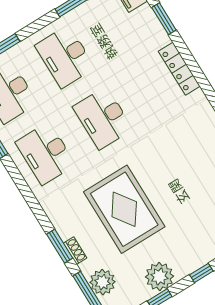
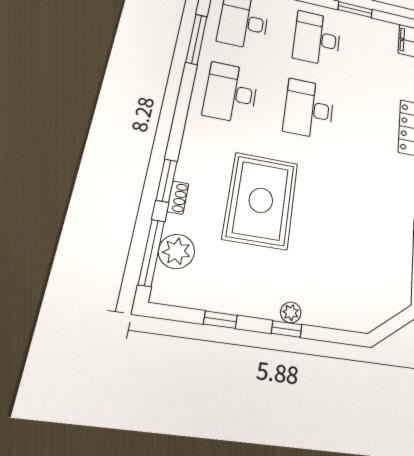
plant: (159, 277) -> (291, 312), moved, width x0.53, depth x0.53

